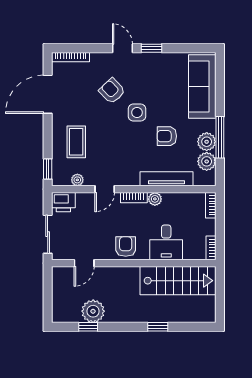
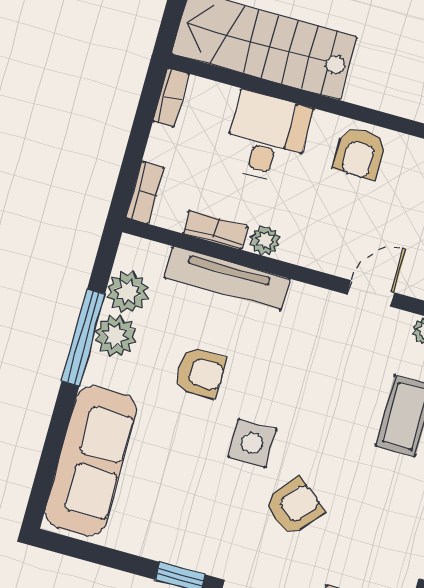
armchair: (112, 91) -> (294, 507), turned -97
bookcase: (134, 198) -> (215, 230), moved

